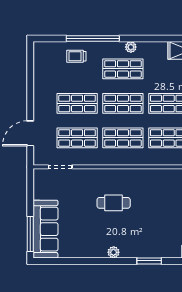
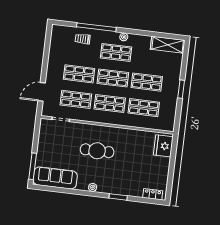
cafe table: (114, 203) -> (97, 151), width x1.37, depth x1.35
sofa: (45, 229) -> (55, 178), moved, turned -90

